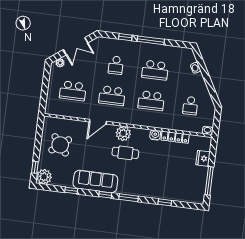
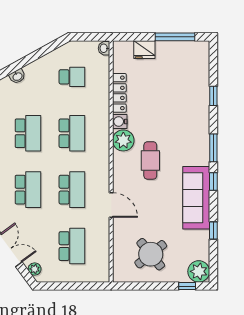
school desk: (116, 65) -> (28, 190), width x1.85
plant: (123, 133) -> (123, 140), moved

